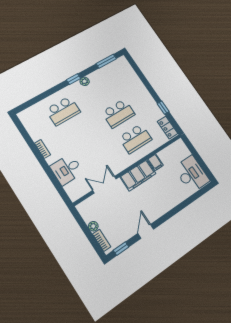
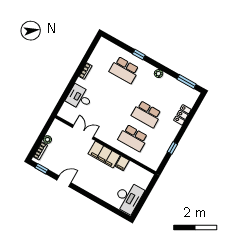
window: (73, 79) -> (139, 54), moved
locker: (168, 128) -> (182, 115), moved

